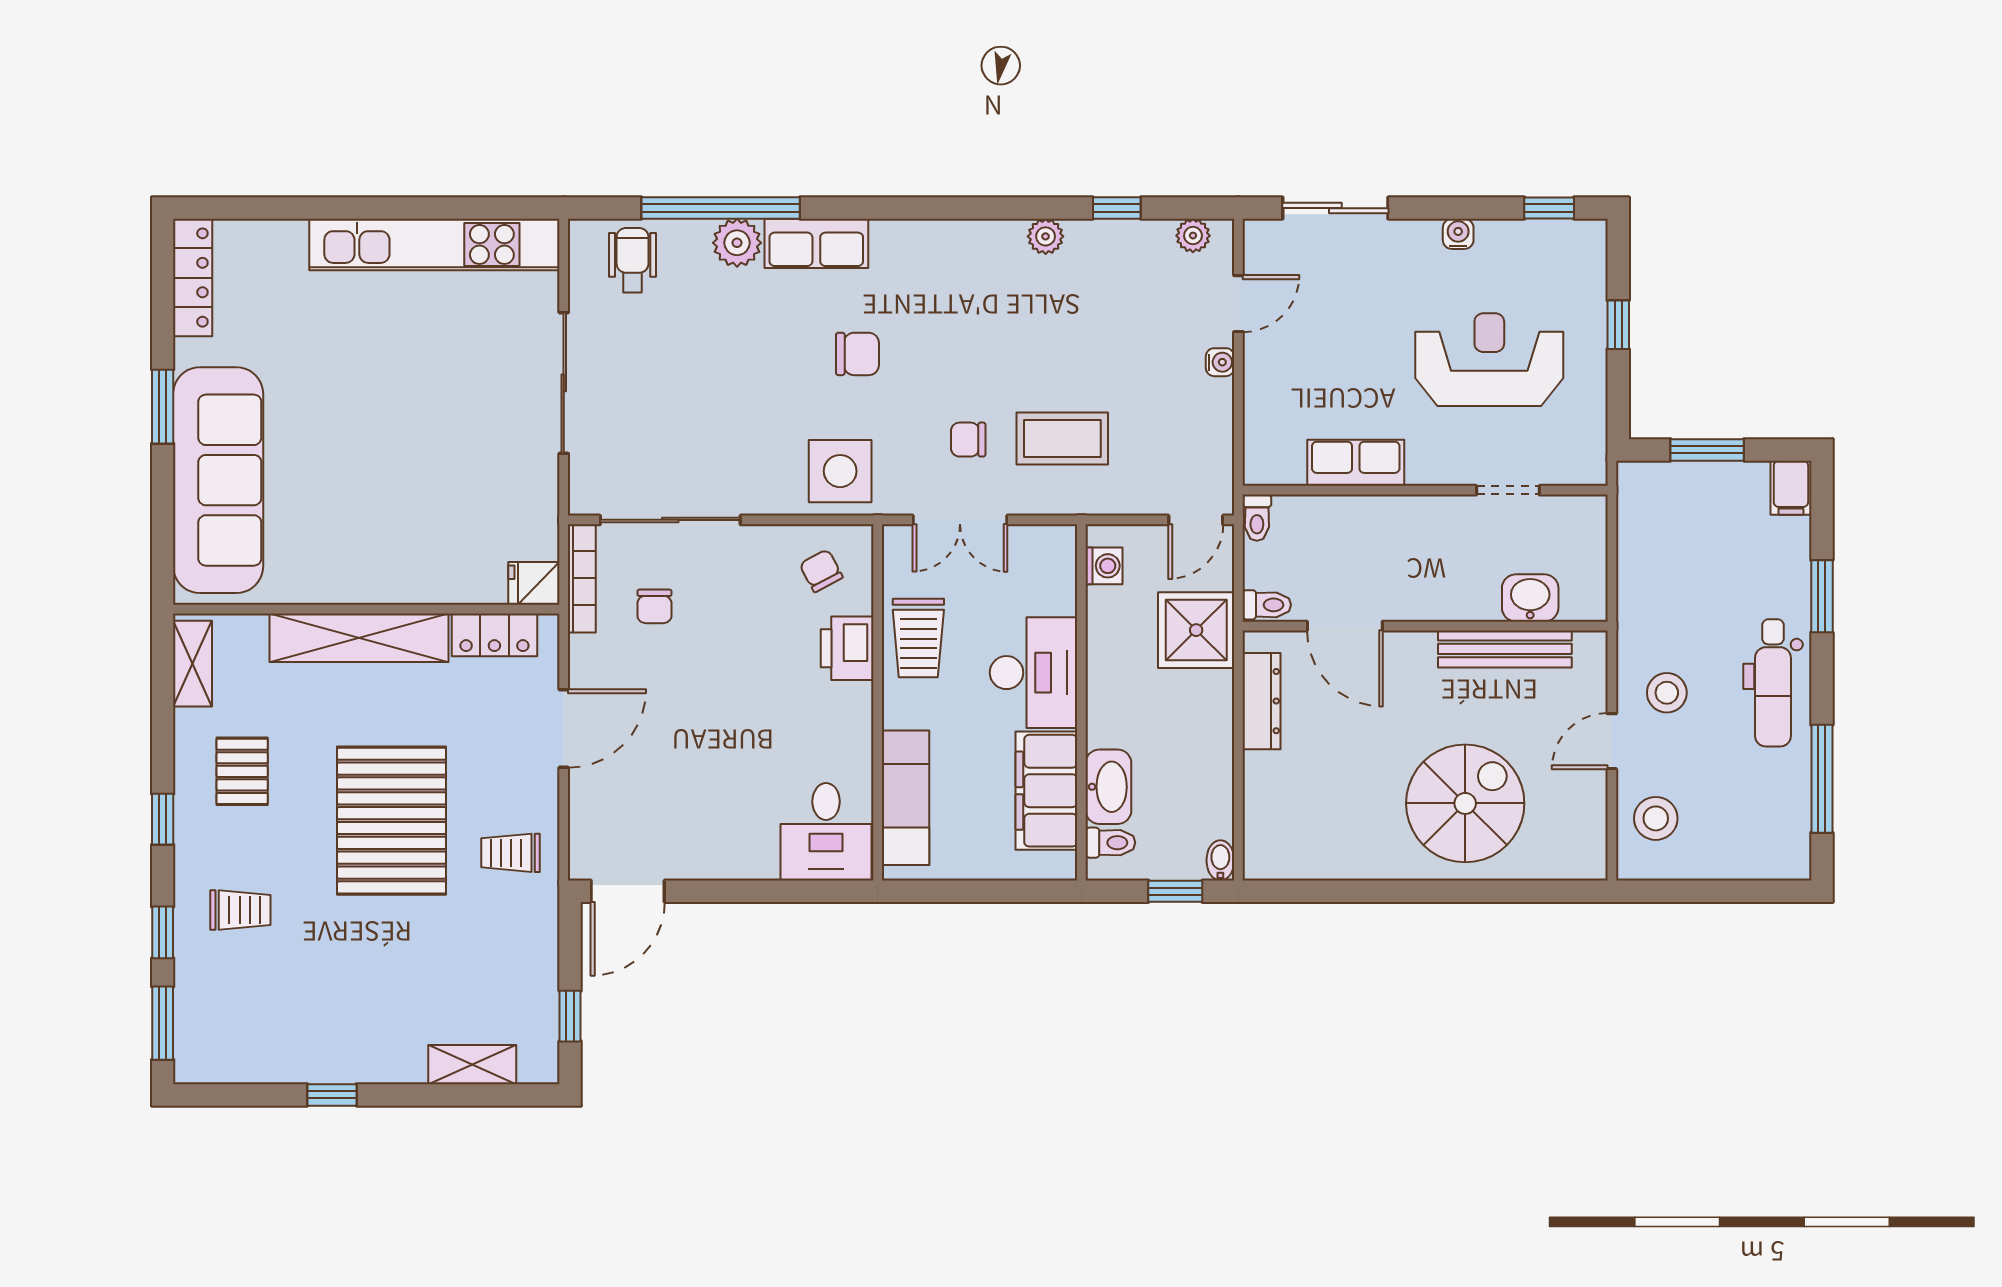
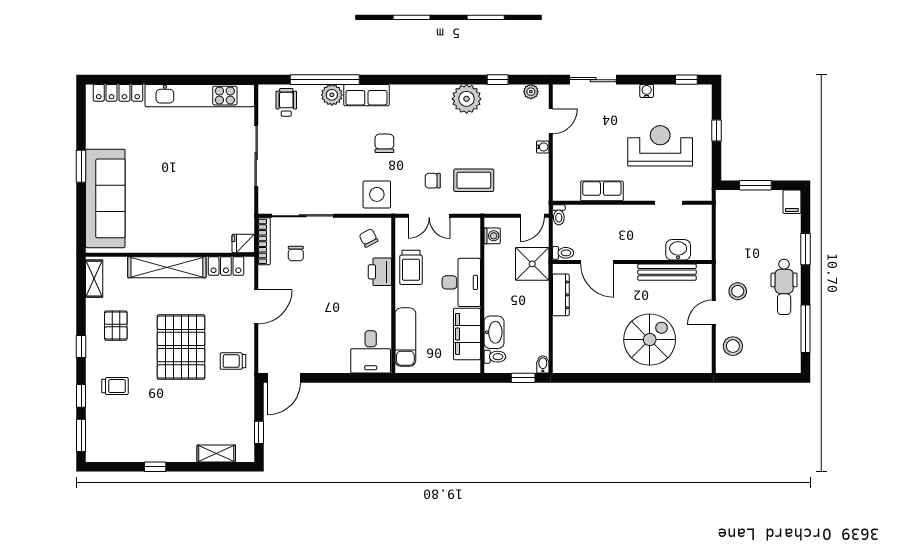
plant: (1046, 236) -> (467, 99), width x1.87, depth x1.87
locker: (193, 278) -> (118, 93), moved, turned 90
chair: (857, 354) -> (384, 143), turned -90

